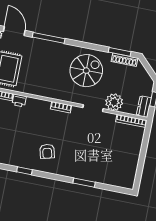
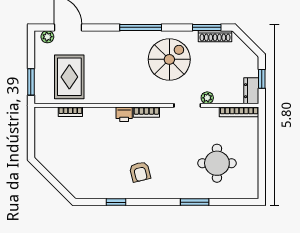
window: (49, 38) -> (141, 27), moved
printer: (19, 101) -> (124, 114), moved
plant: (114, 102) -> (207, 98), width x0.53, depth x0.53
round table: (107, 156) -> (217, 163), added

